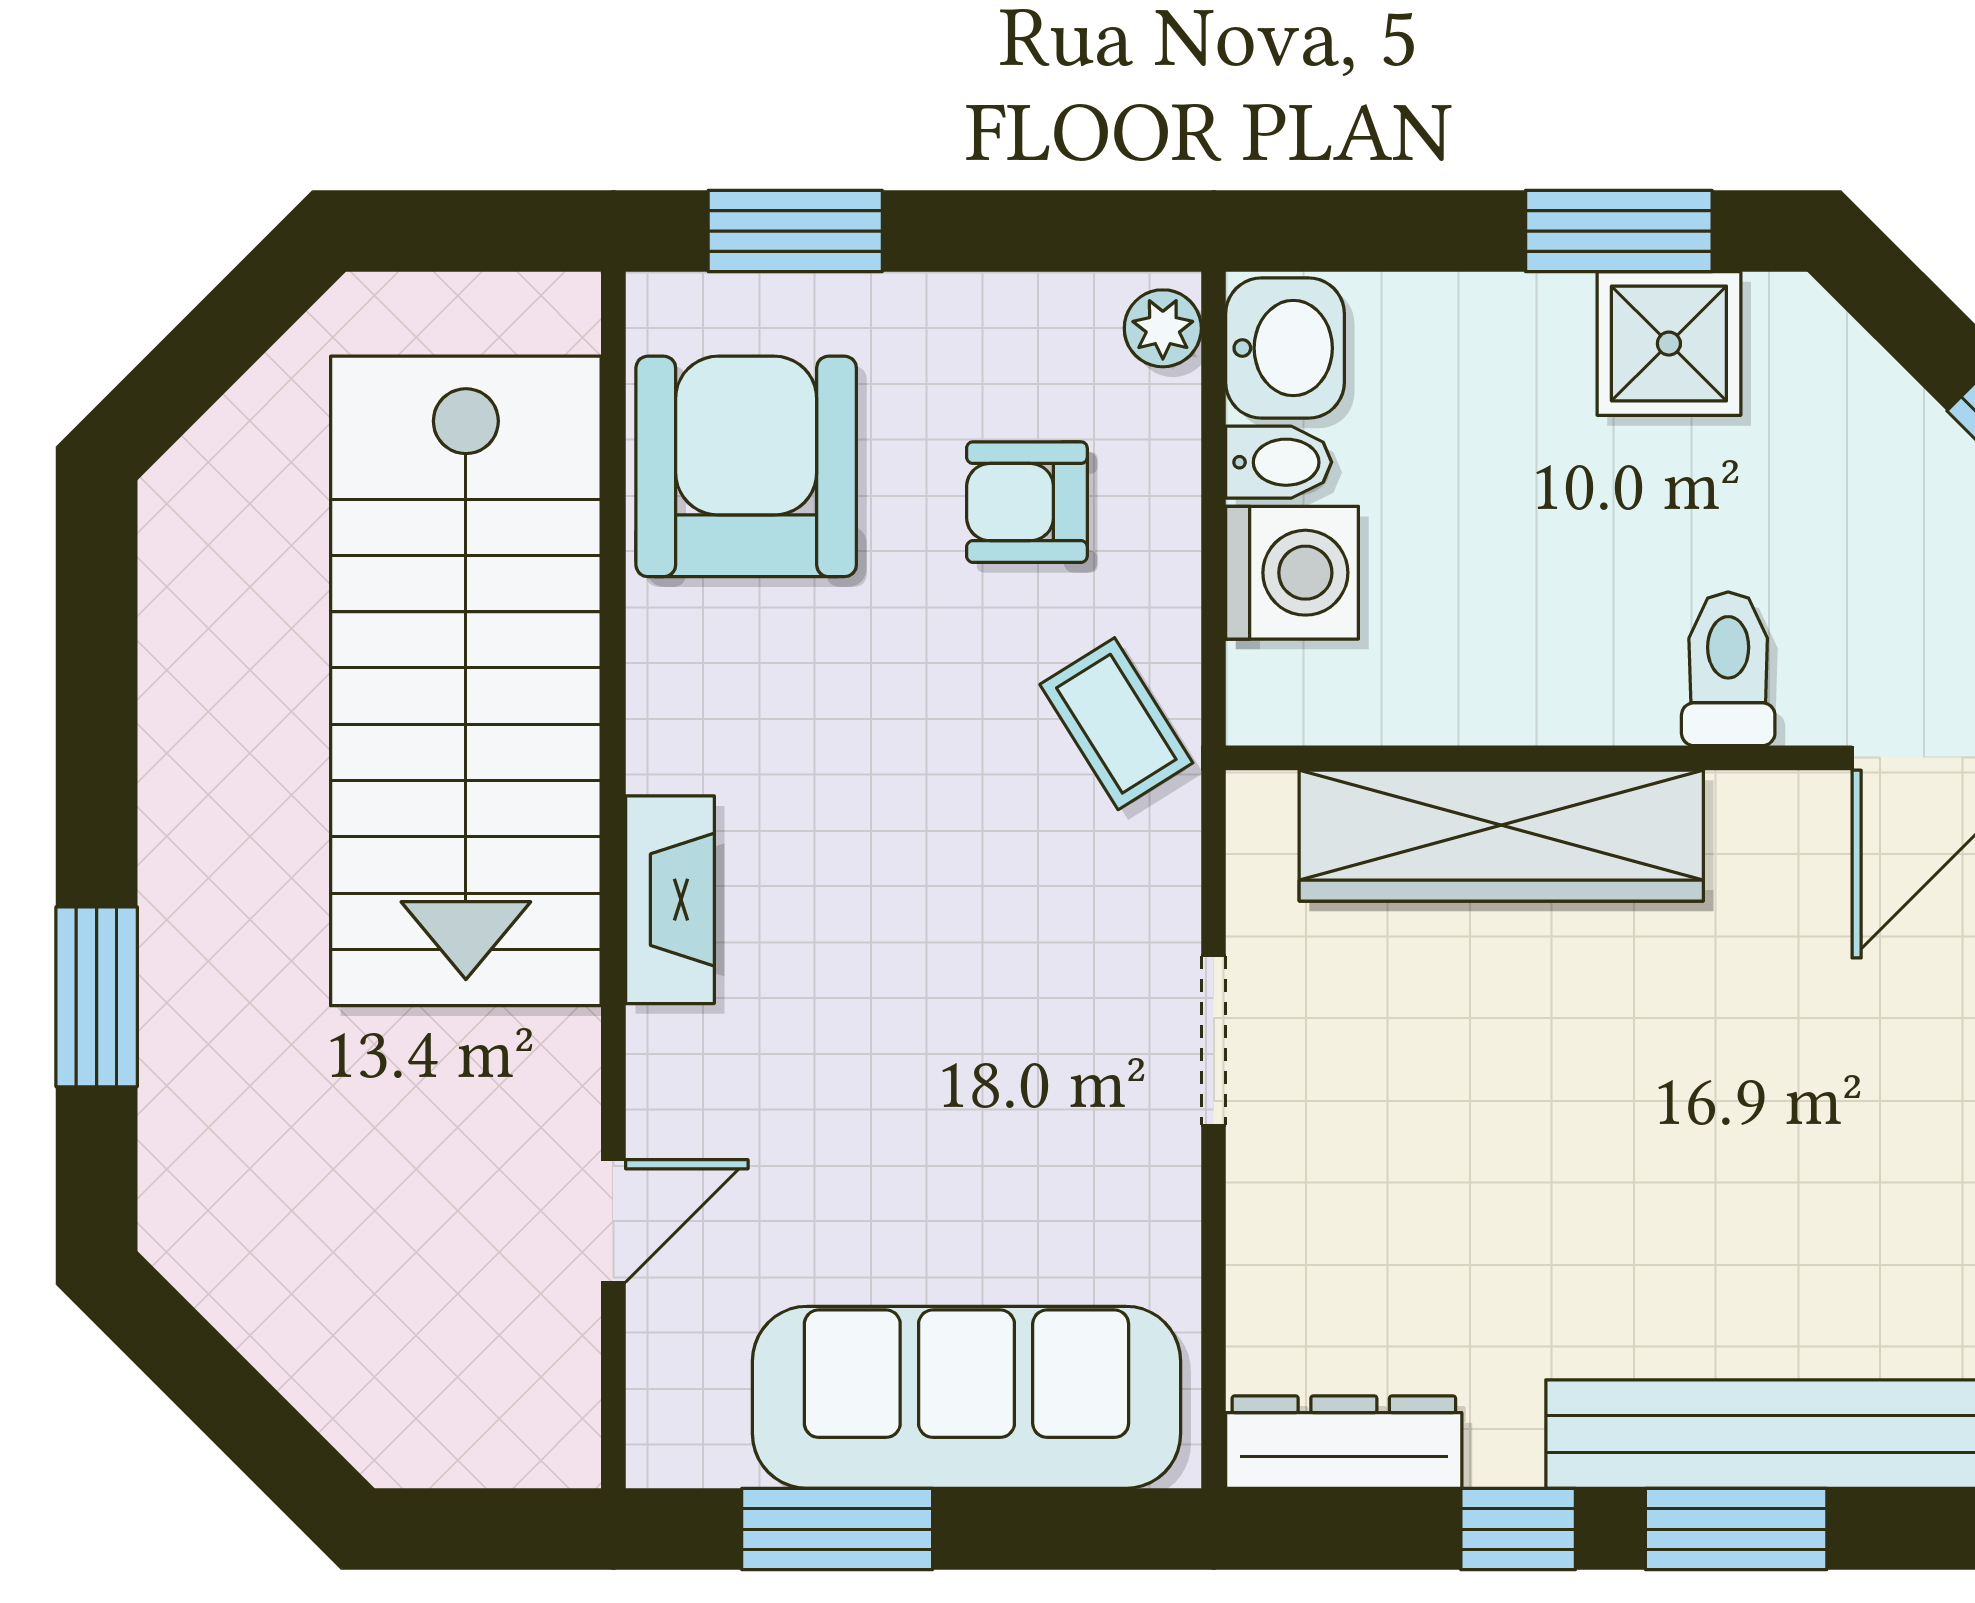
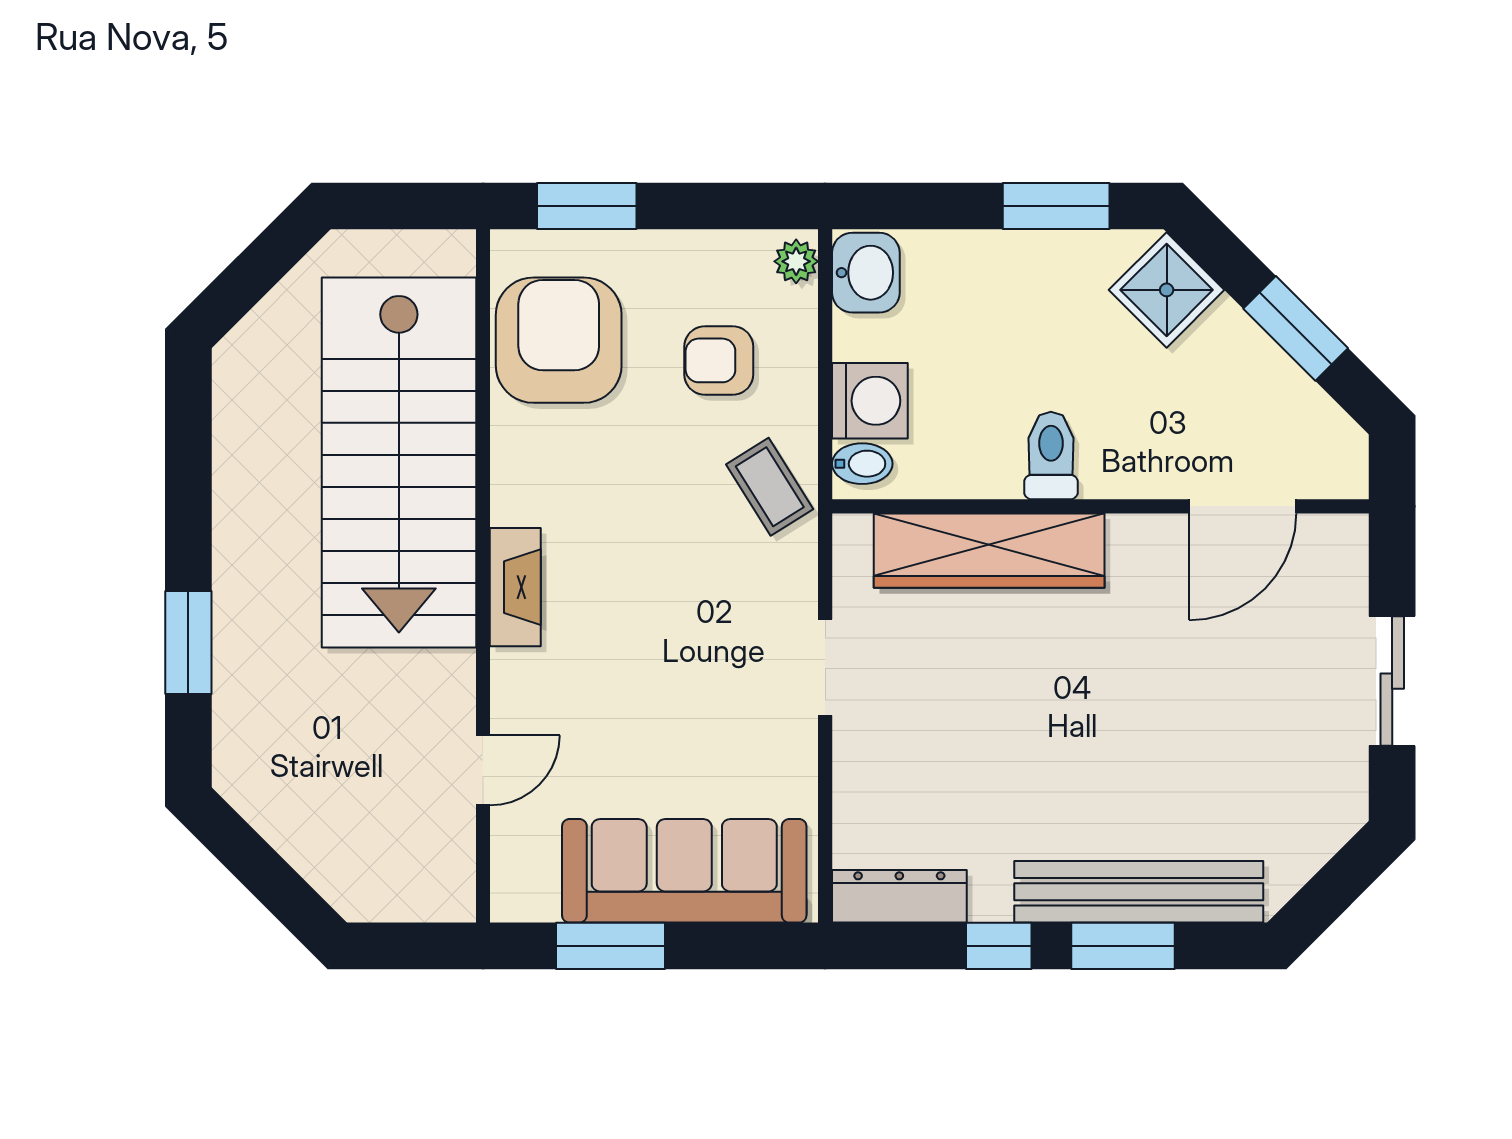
shower: (1669, 344) -> (1167, 290), moved, turned 45
bidet: (1279, 462) -> (862, 464), moved
toilet: (1728, 669) -> (1051, 456), moved

